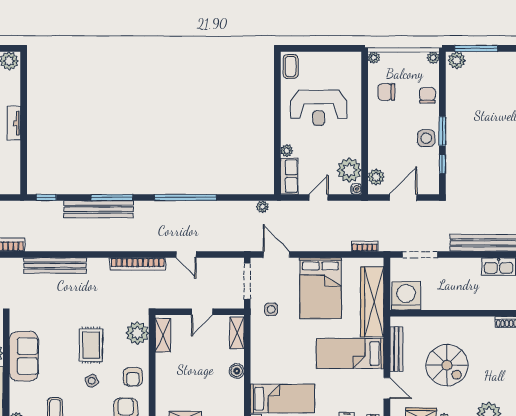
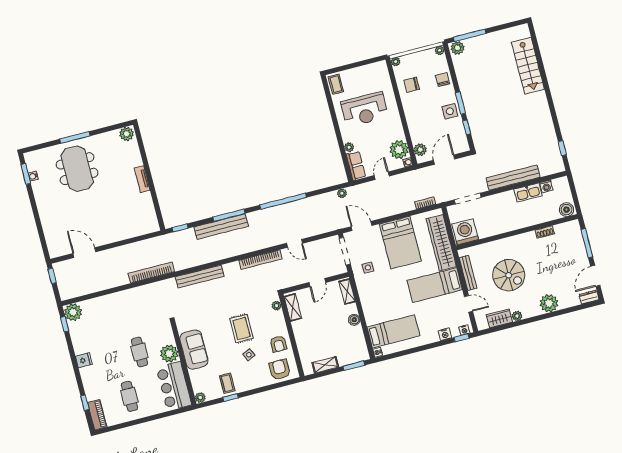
plant: (137, 333) -> (276, 306), width x0.53, depth x0.53

